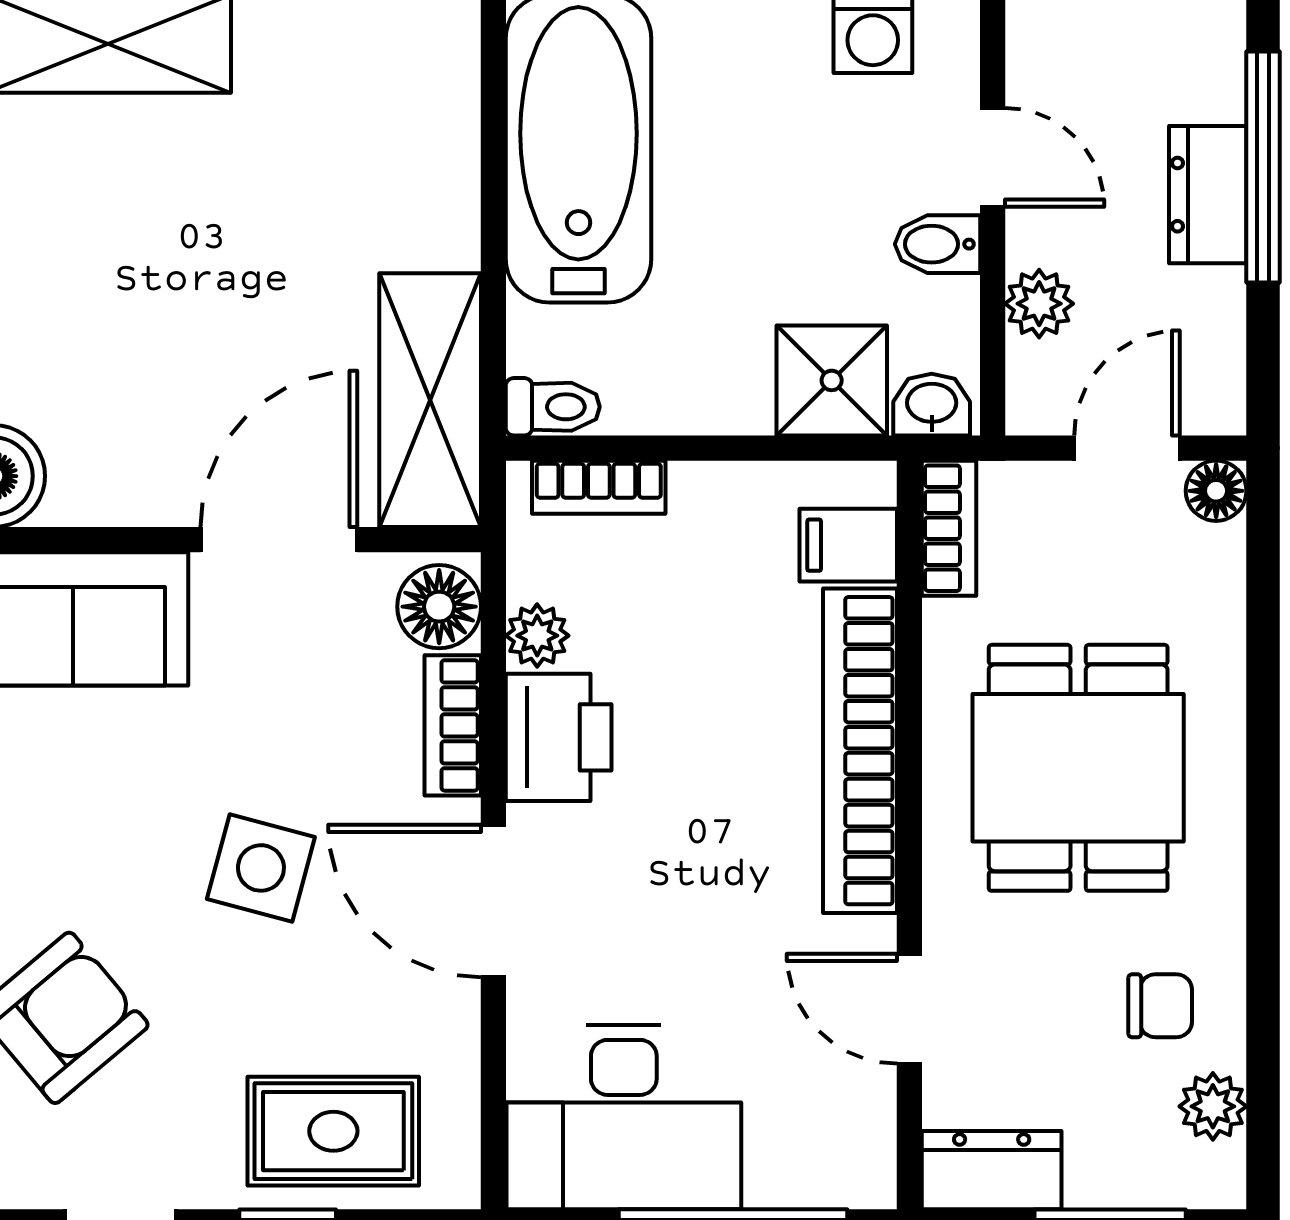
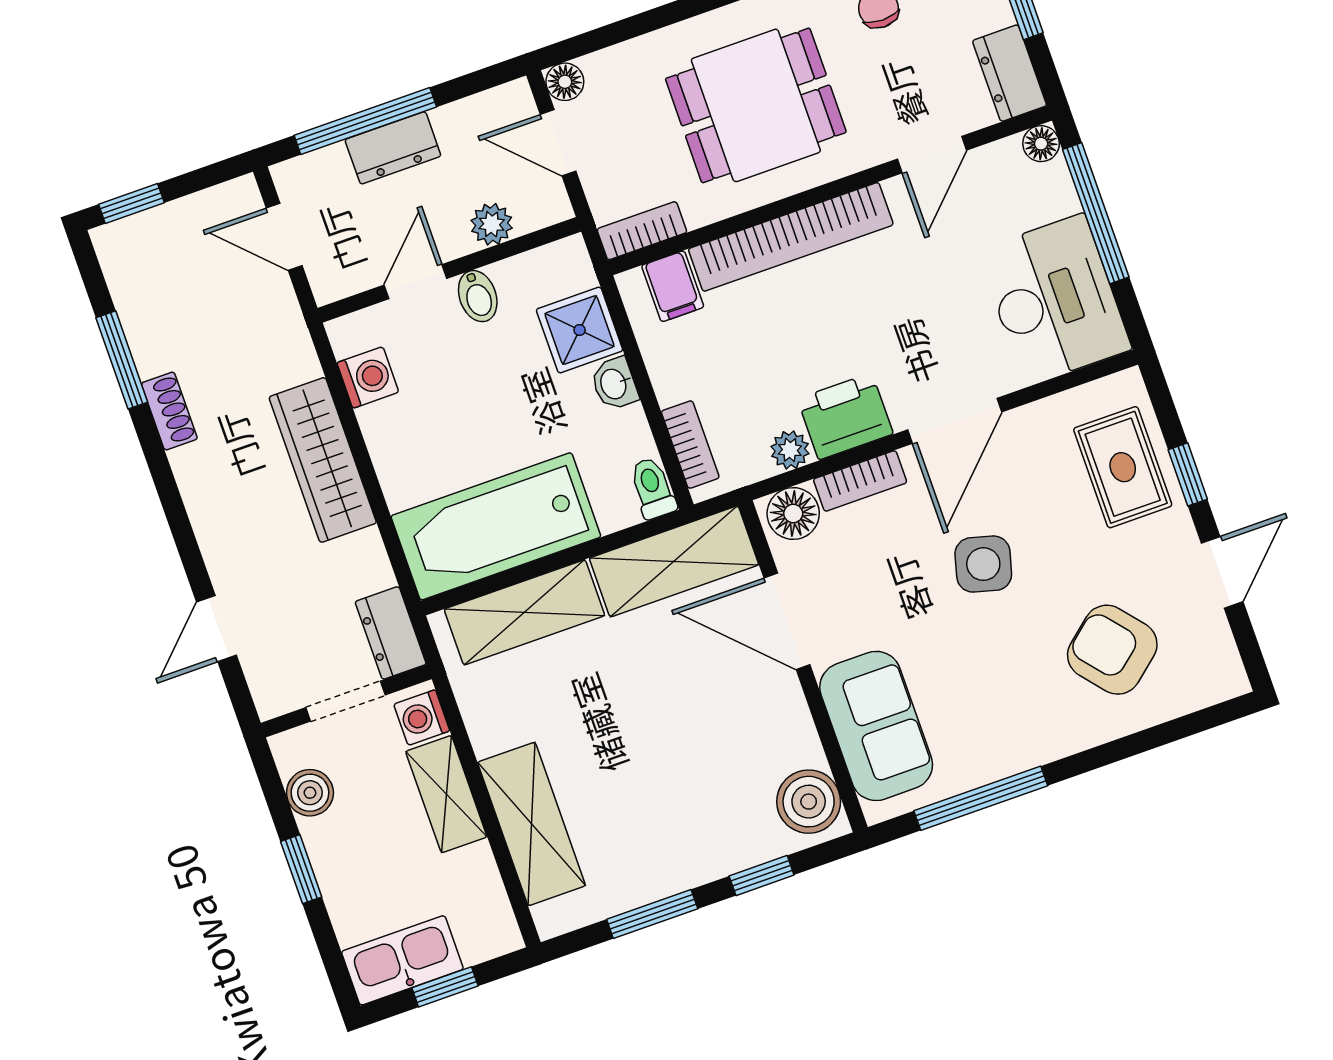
shelving: (433, 146) -> (524, 612), added
washbasin: (932, 405) -> (614, 384), moved
floor lamp: (868, 1180) -> (1041, 144), added

